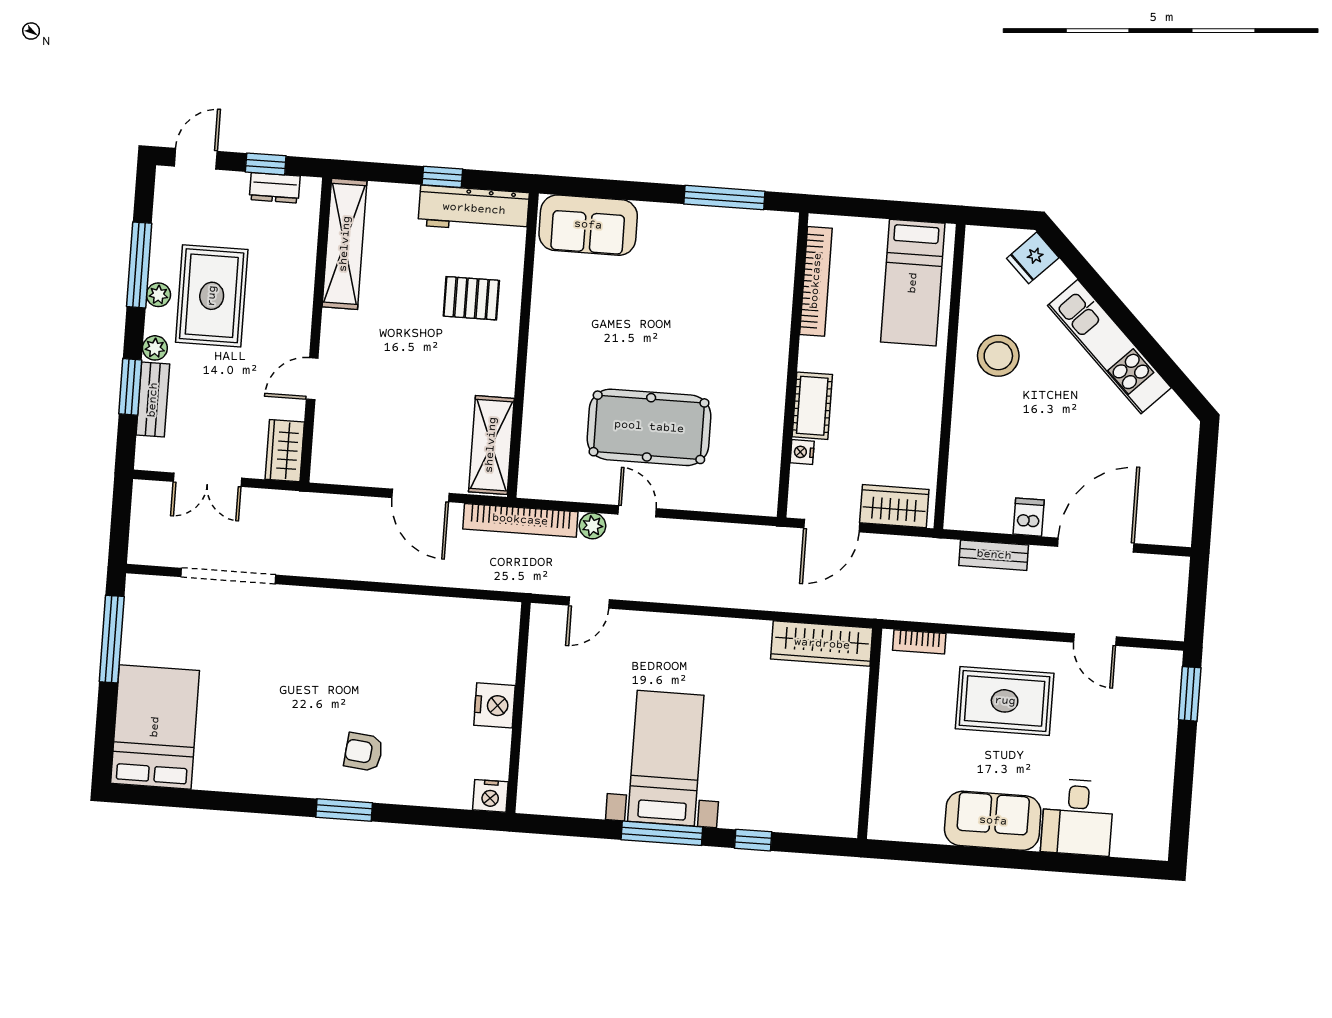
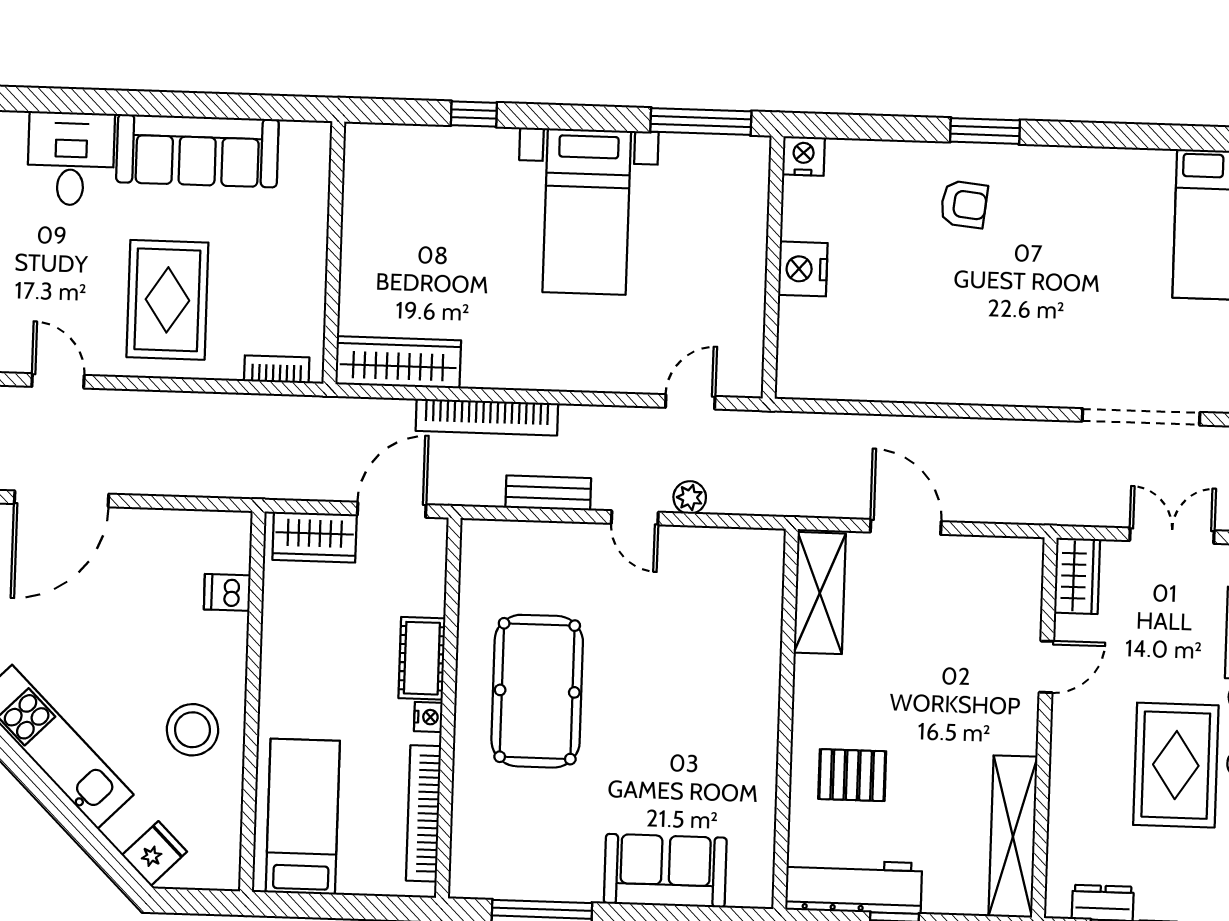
sofa: (588, 225) -> (665, 871), moved
pool table: (649, 427) -> (537, 691), moved, turned 90
nightstand: (802, 452) -> (428, 717), moved
dishwasher: (1029, 517) -> (227, 592), moved, turned 90
bookcase: (520, 520) -> (487, 417), moved, turned 180
bench: (994, 555) -> (548, 493), moved
rug: (1005, 701) -> (167, 300), turned 90
sofa: (993, 821) -> (197, 151), width x1.36
window: (662, 833) -> (701, 122), moved

